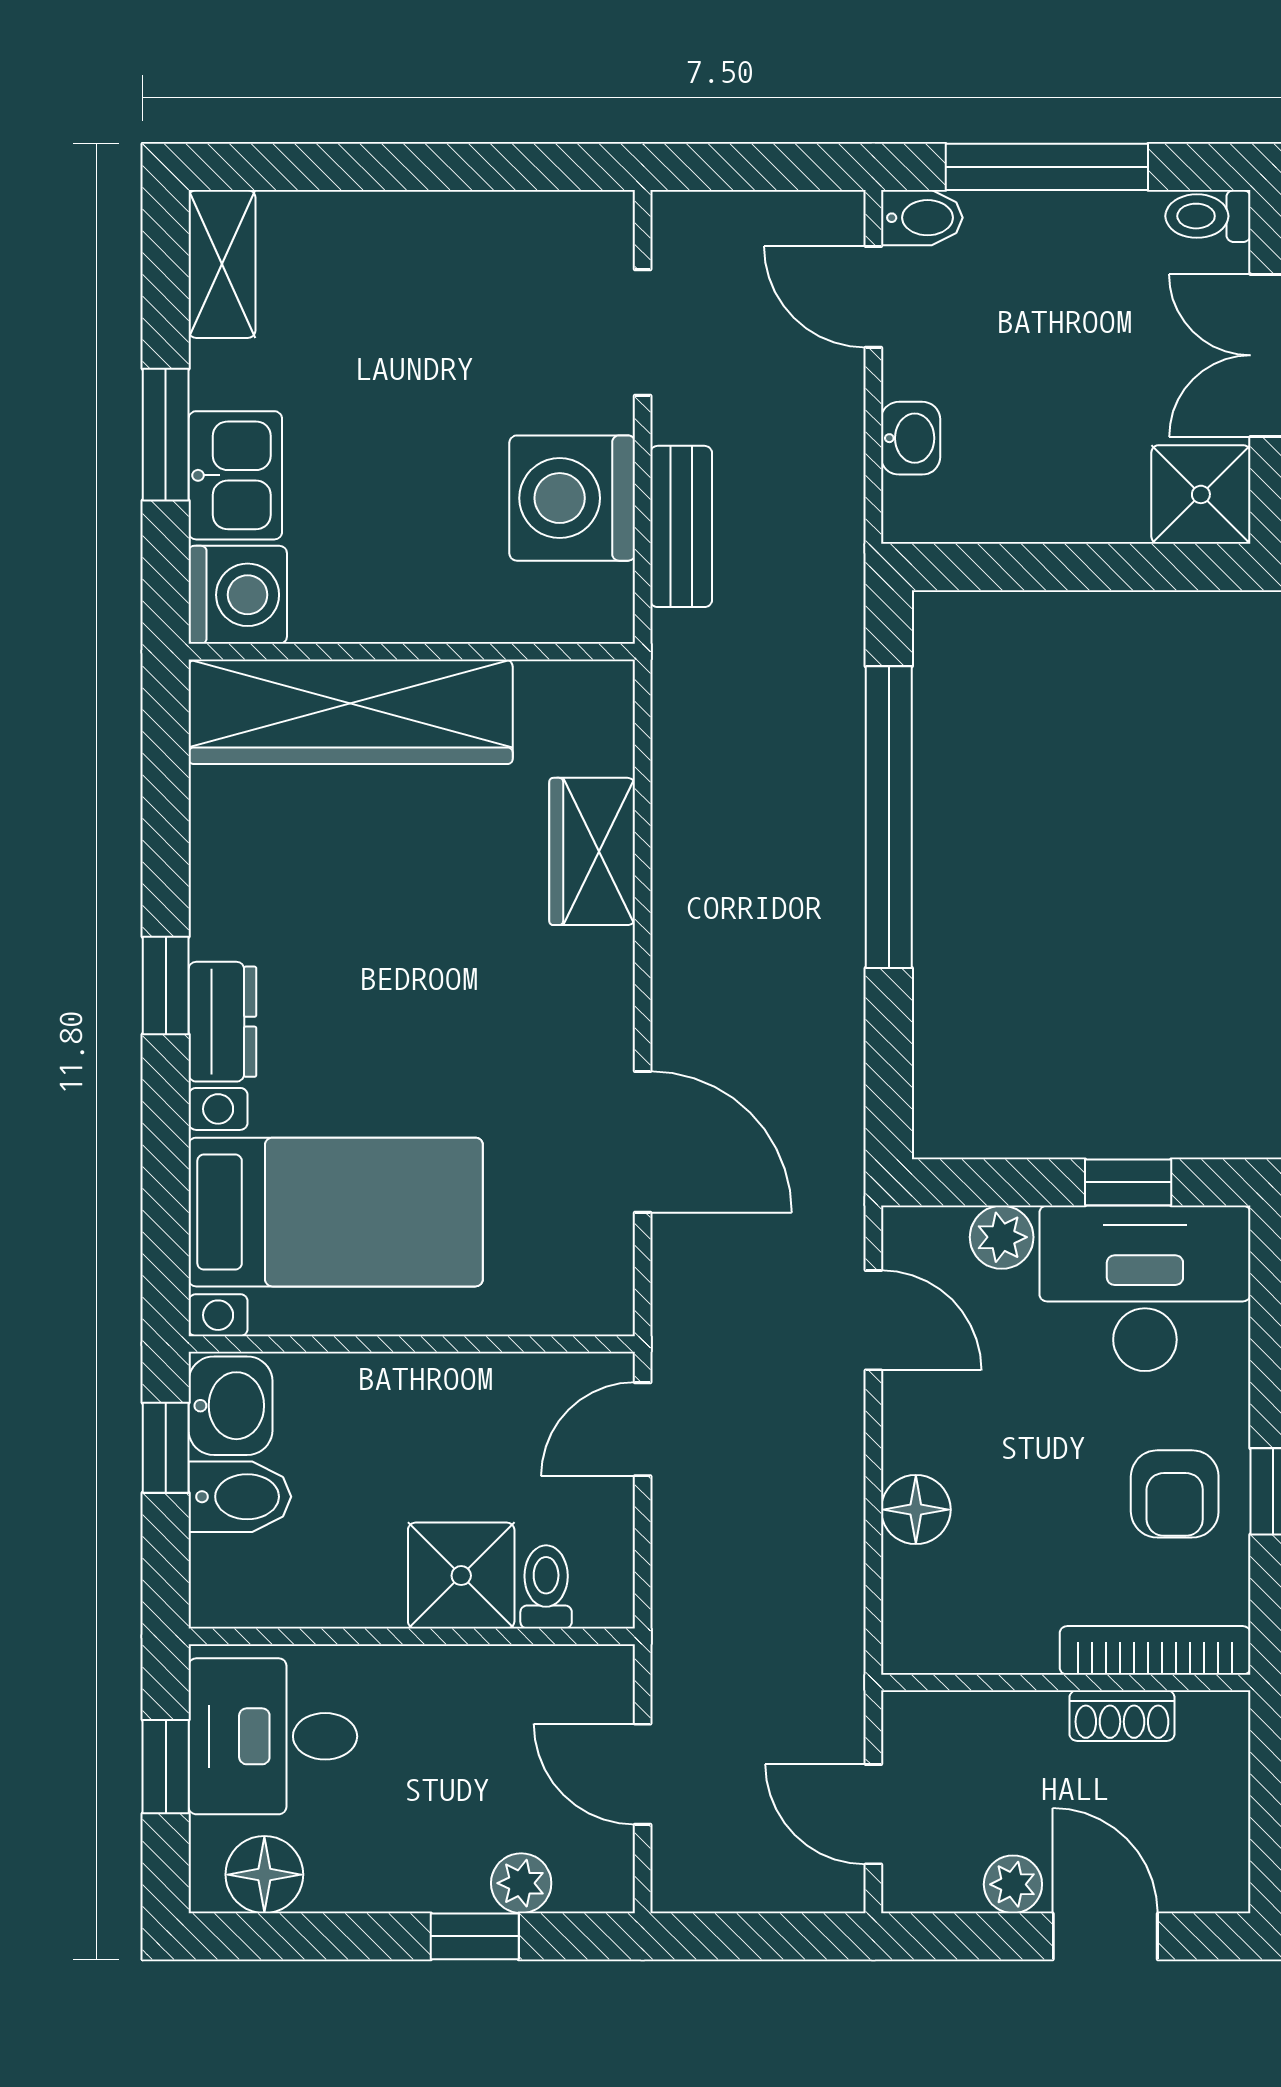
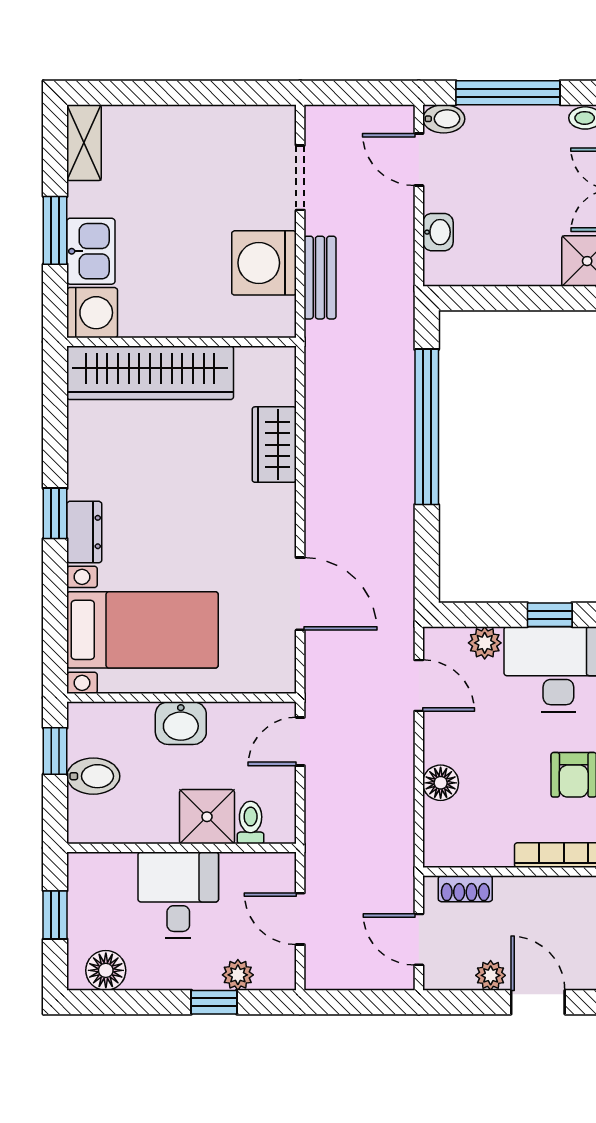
washbasin: (231, 1406) -> (181, 723), moved, turned 90
shoe rack: (1122, 1716) -> (465, 889), moved
desk: (273, 1736) -> (178, 895), moved, turned 90

